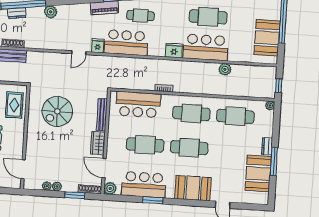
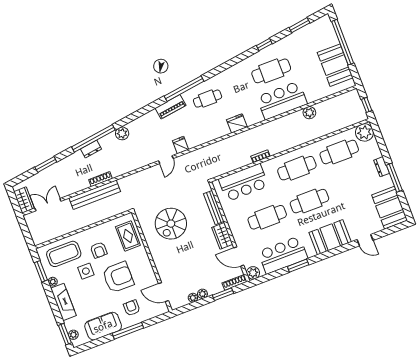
bar counter: (126, 43) -> (206, 130), removed
fridge: (174, 51) -> (237, 123), moved
plant: (270, 105) -> (364, 132), width x1.87, depth x1.87
booth: (258, 173) -> (389, 208), moved

